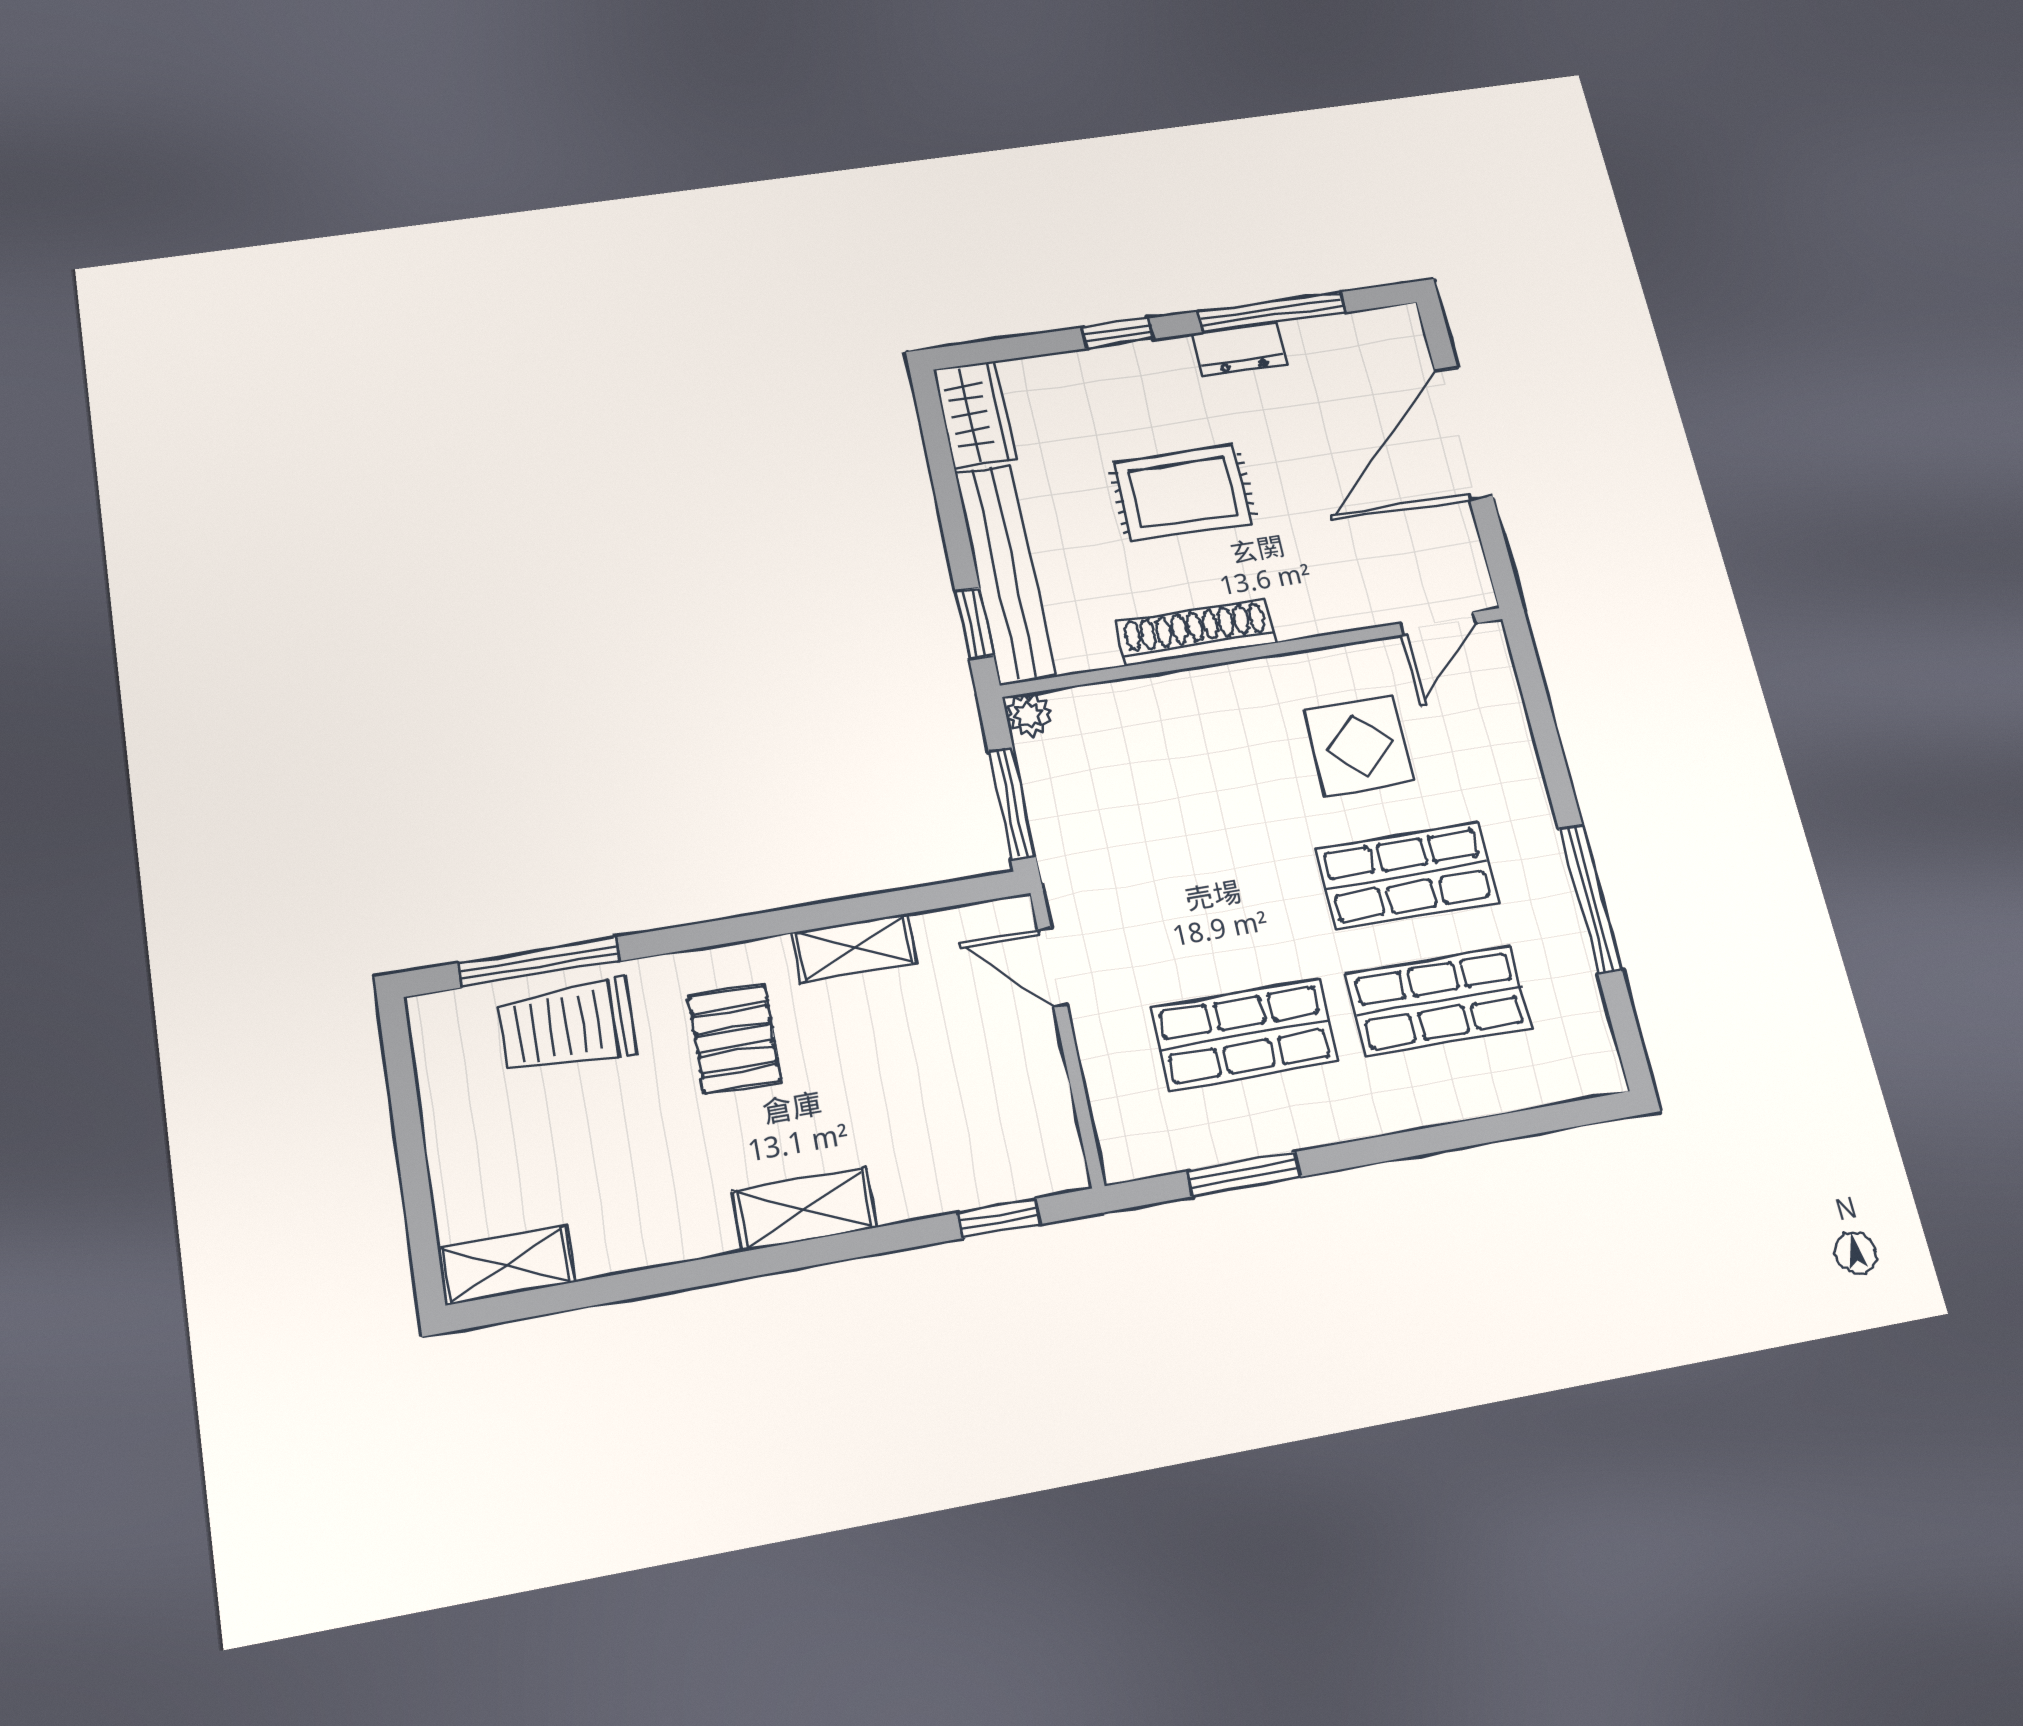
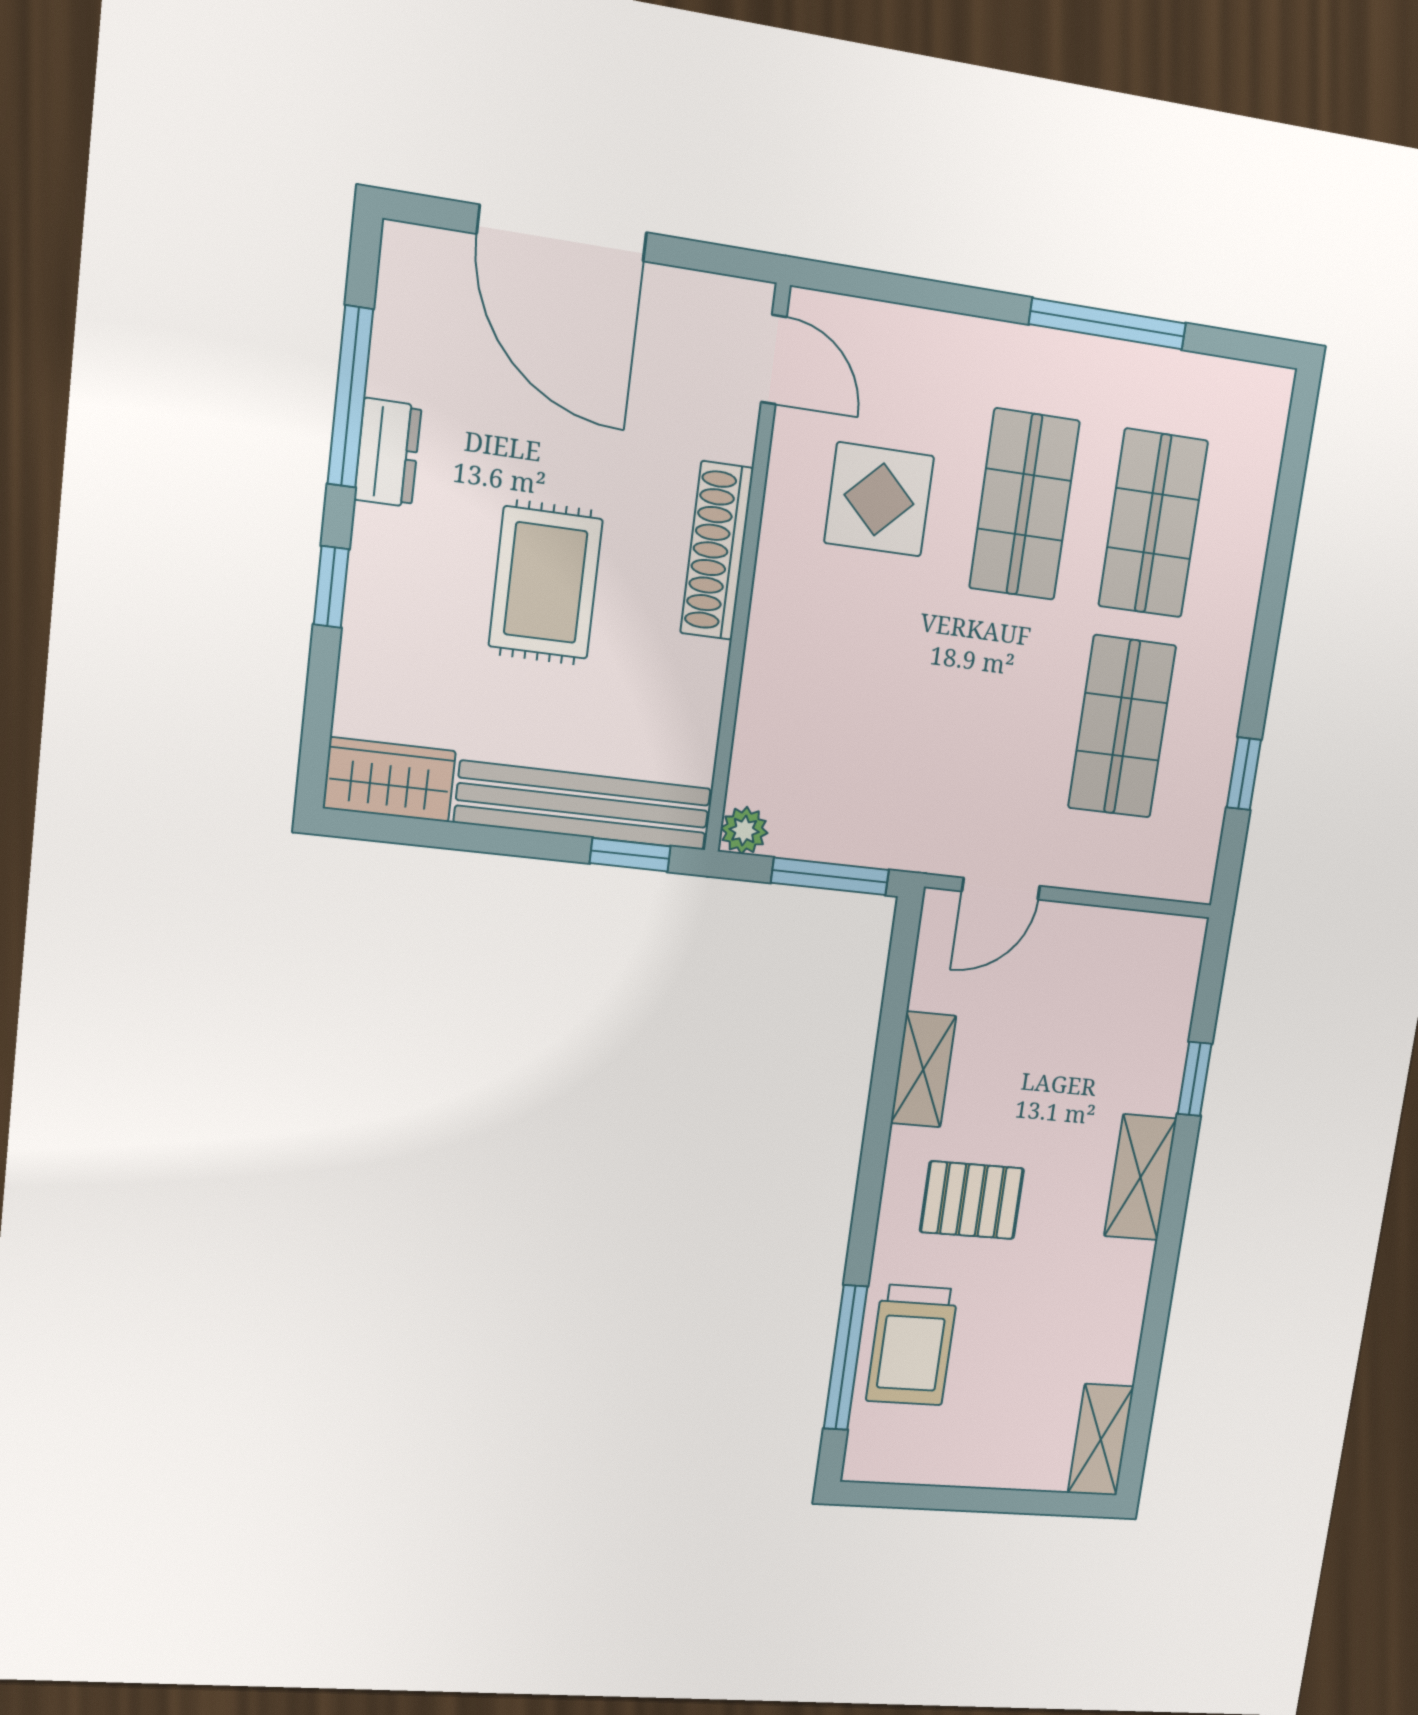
shoe rack: (1196, 632) -> (717, 551), moved
window: (1244, 1174) -> (1244, 774), width x0.67
window: (999, 1218) -> (1195, 1079), moved

